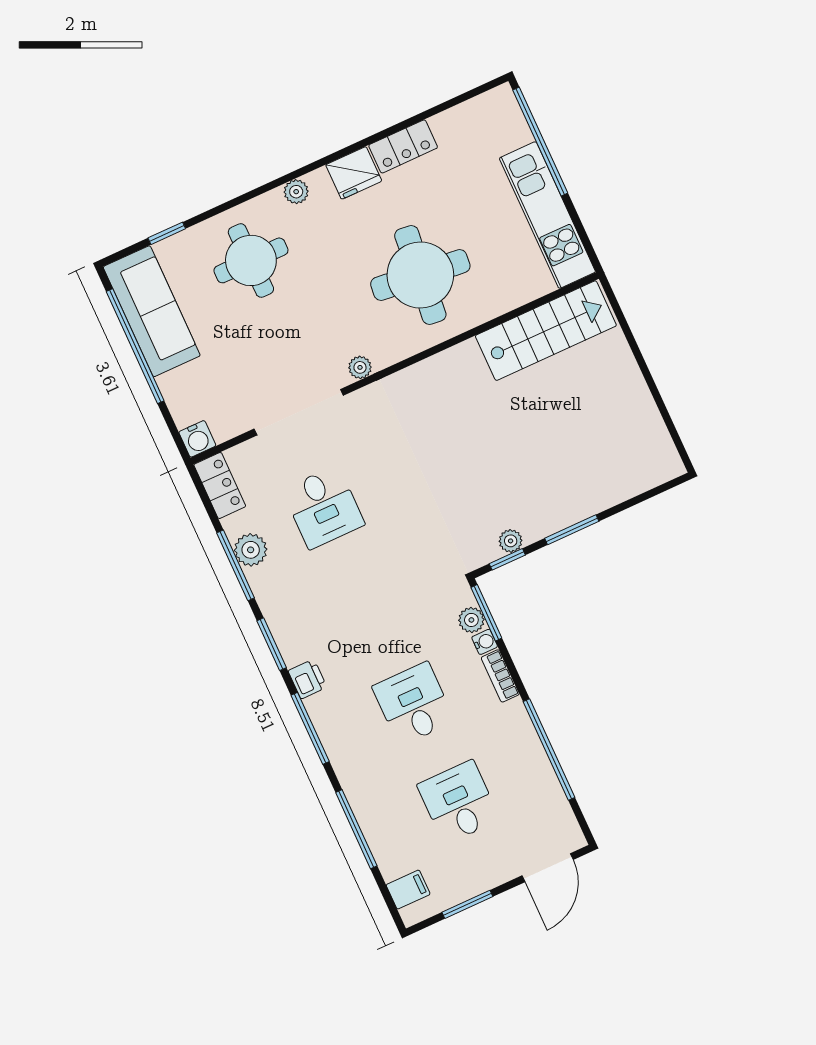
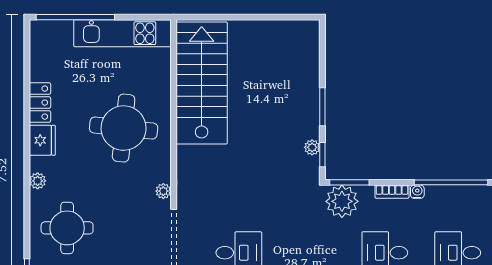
stairs: (546, 331) -> (202, 83), width x1.36, depth x1.51
plant: (471, 620) -> (342, 201), width x1.88, depth x1.88
water cooler: (485, 642) -> (417, 192), moved

